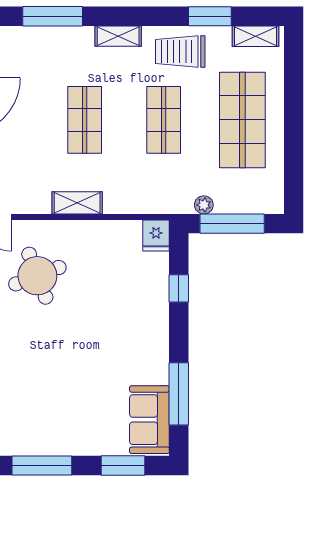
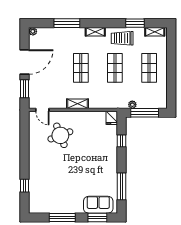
shop shelf: (242, 120) -> (149, 68), width x0.70, depth x0.74
sofa: (149, 420) -> (98, 205), moved, turned 90

